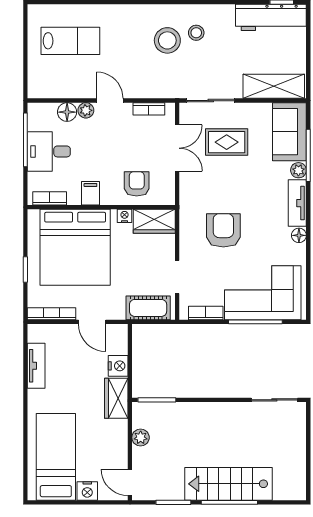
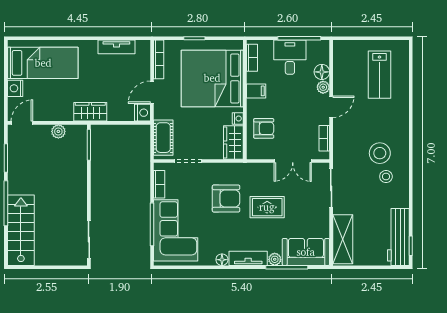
rug: (227, 142) -> (267, 207), moved, turned 90
nightstand: (118, 366) -> (142, 113), moved, turned -90
stairs: (228, 484) -> (21, 230), moved

